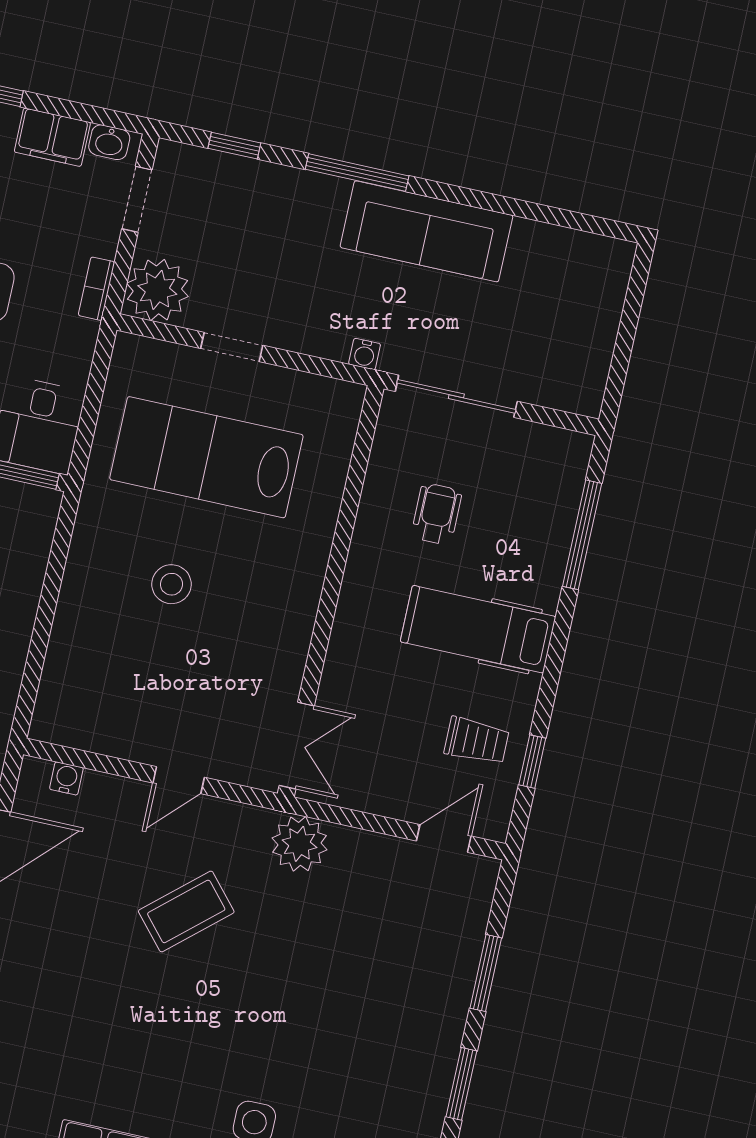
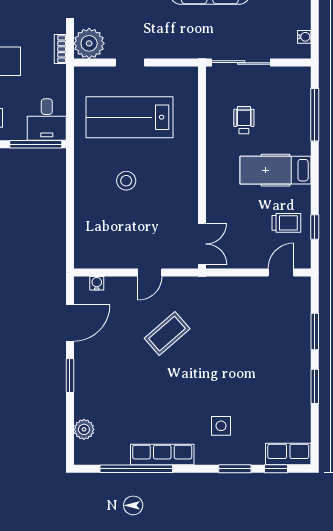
water cooler: (365, 354) -> (304, 37), moved, turned -90
plant: (300, 844) -> (214, 290), removed

